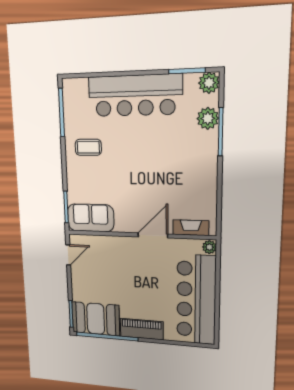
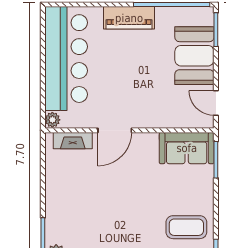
coffee table: (88, 147) -> (186, 227), width x1.36, depth x1.30
door: (68, 255) -> (216, 103), hinge flipped
booth: (96, 319) -> (194, 56), moved, turned 90

